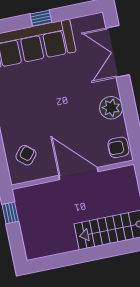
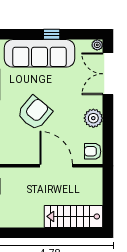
plant: (98, 20) -> (97, 45), added
armchair: (26, 155) -> (35, 113), moved, width x1.88, depth x1.88

